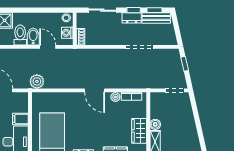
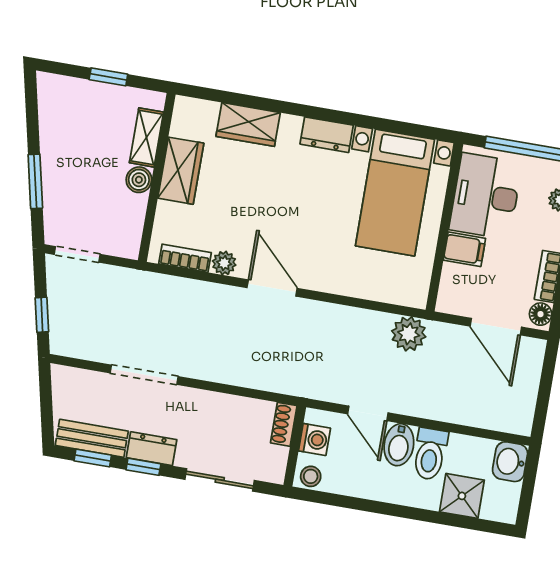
window: (196, 117) -> (35, 181), added

